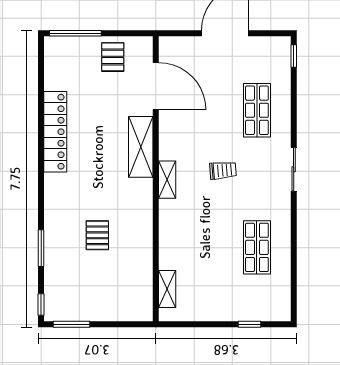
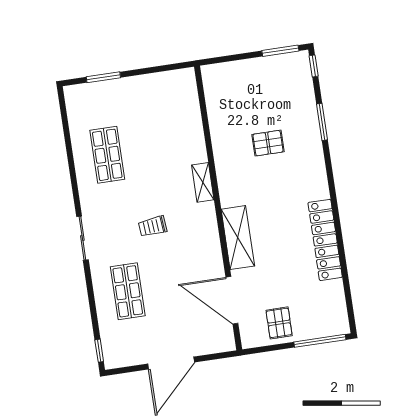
shelving: (167, 180) -> (203, 182), moved
pallet: (97, 235) -> (268, 143), turned 90
shelving: (167, 289) -> (190, 100), removed
window: (249, 324) -> (103, 77), width x1.50

